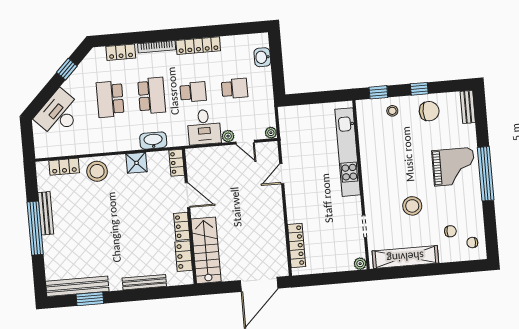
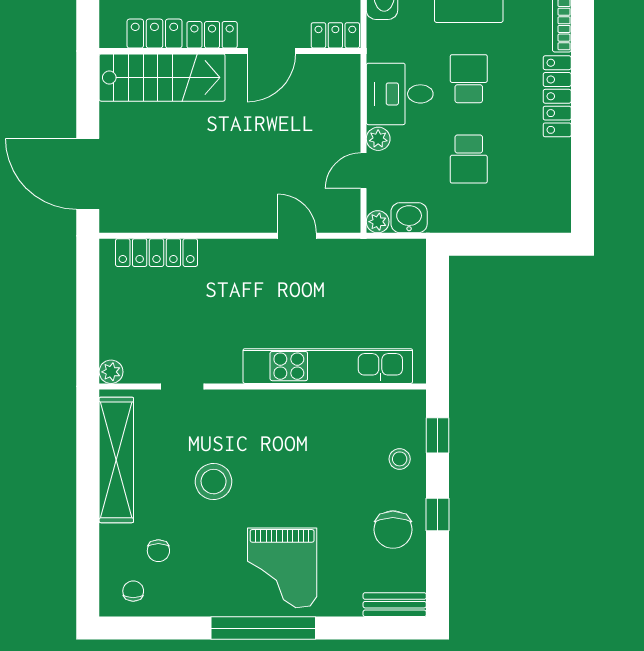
washbasin: (262, 57) -> (409, 218), moved
school desk: (193, 92) -> (469, 79), turned 180

